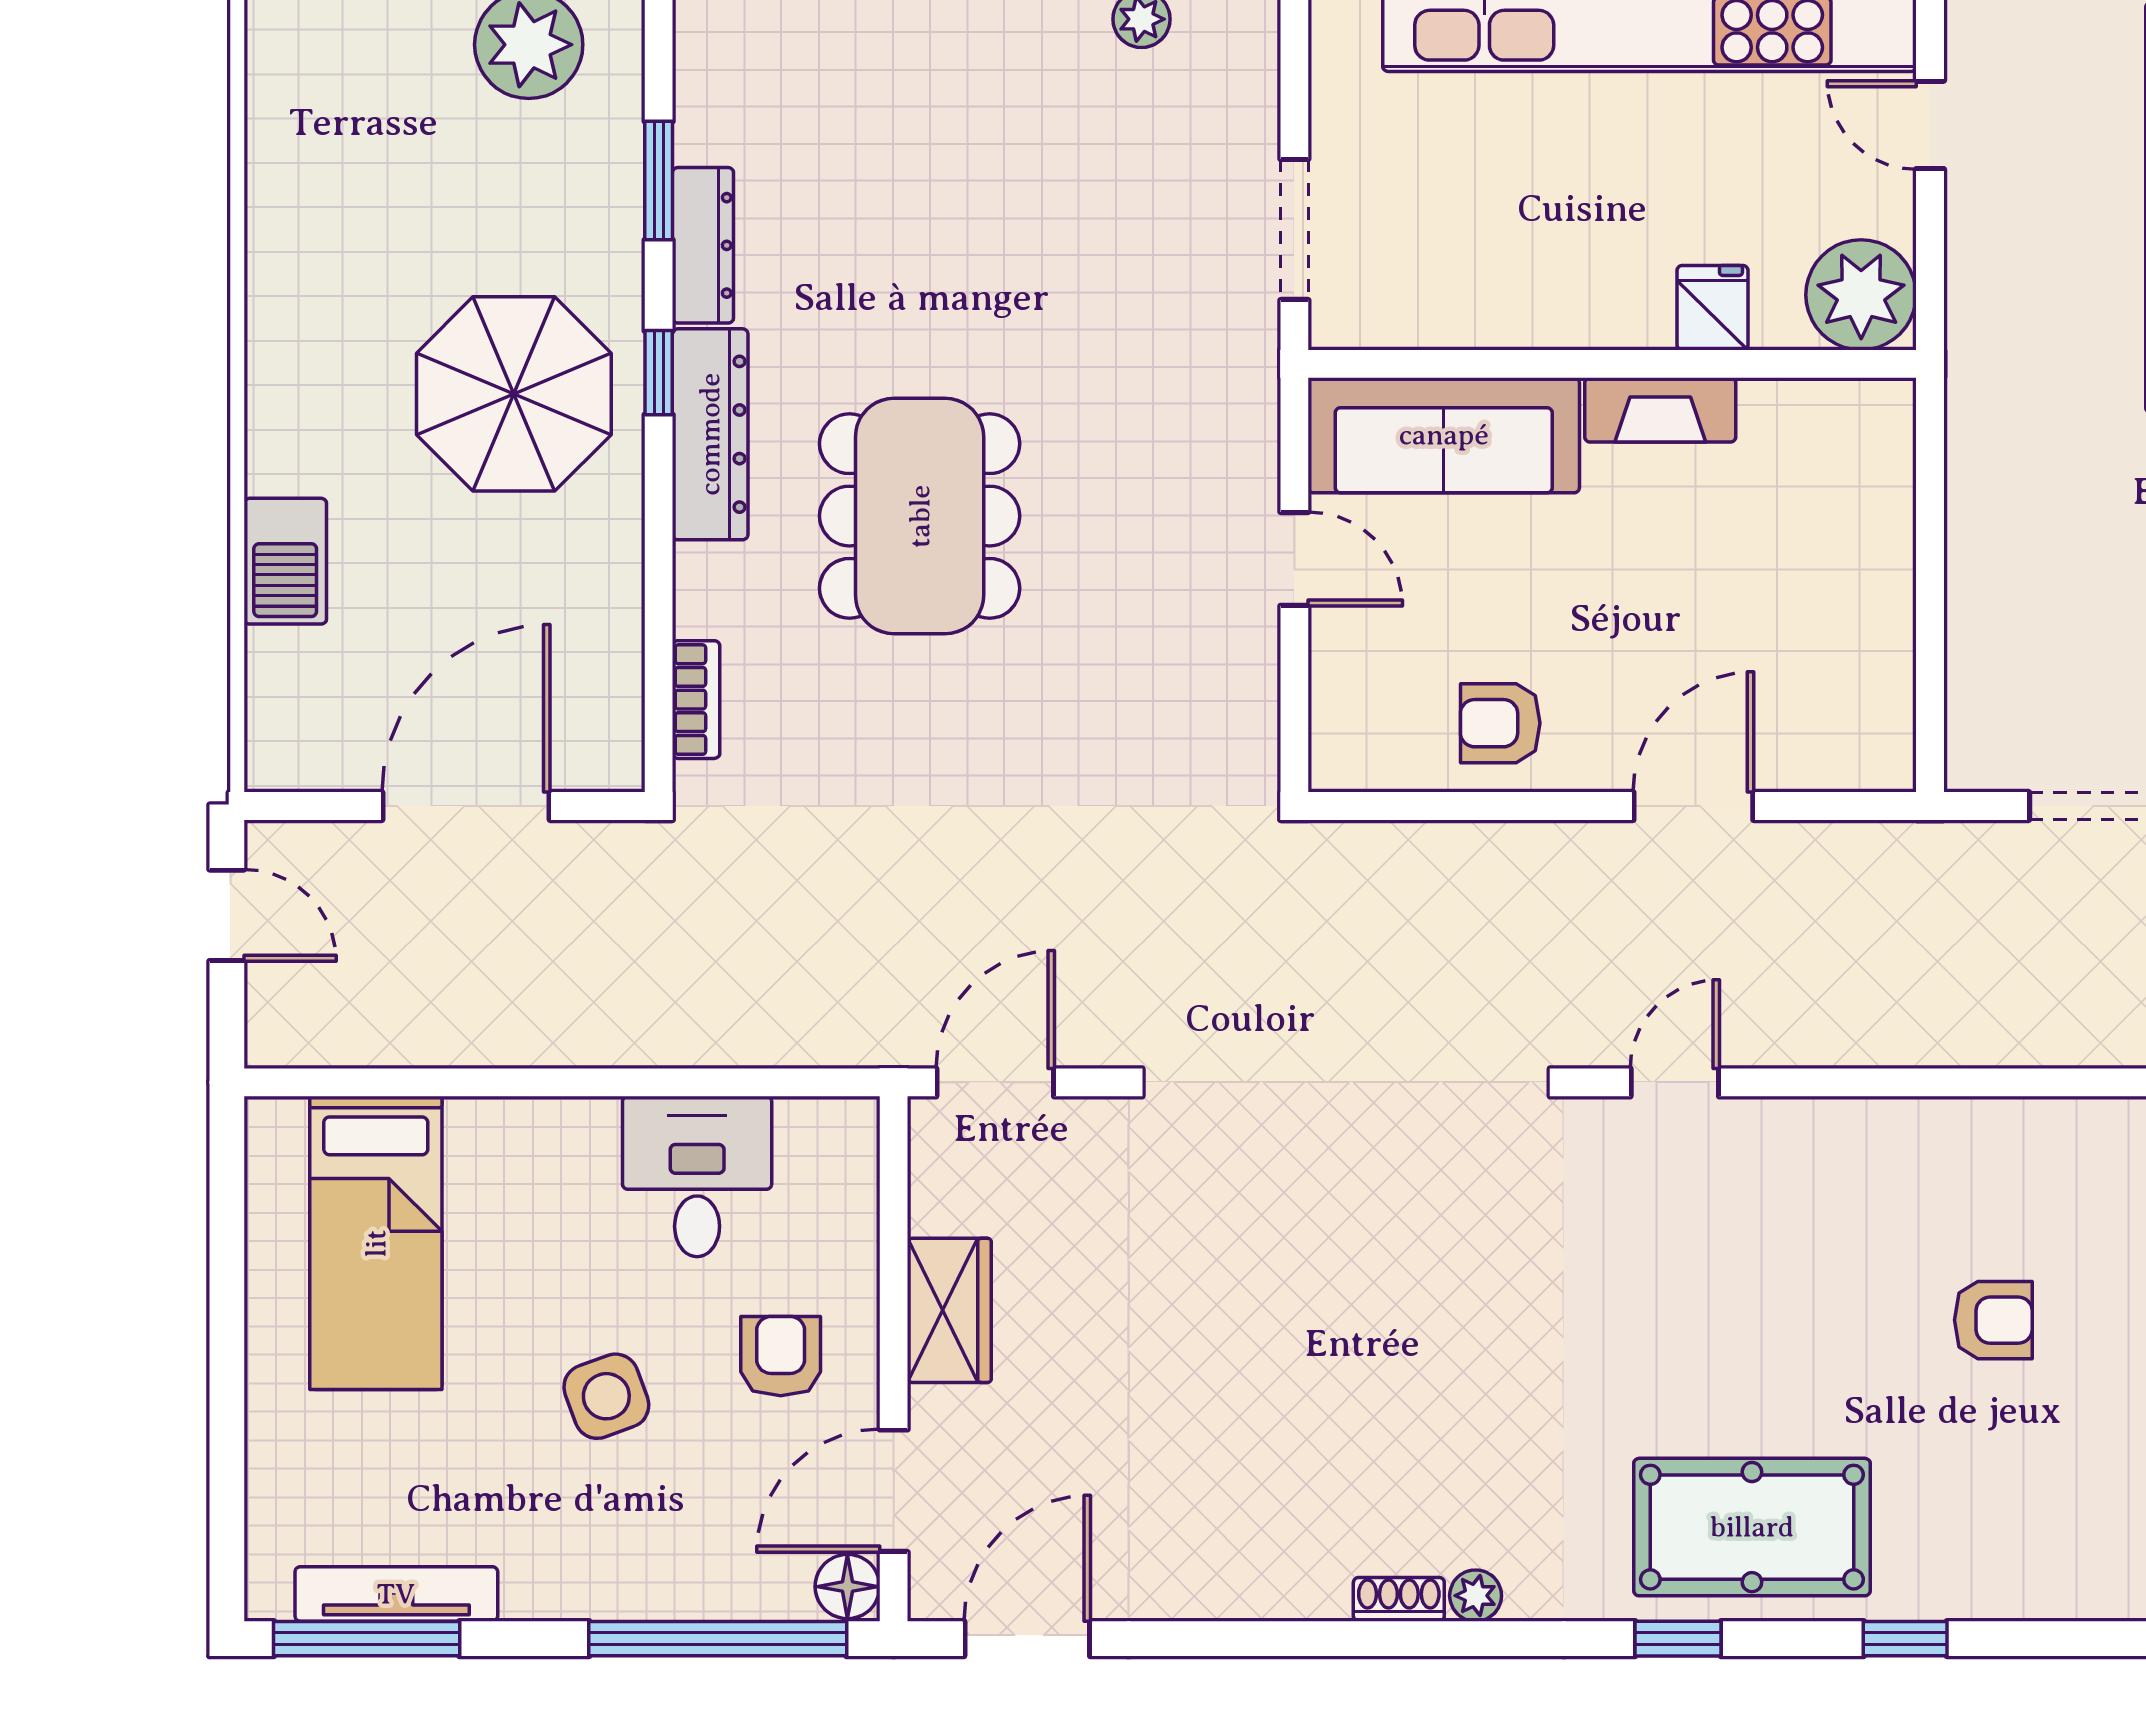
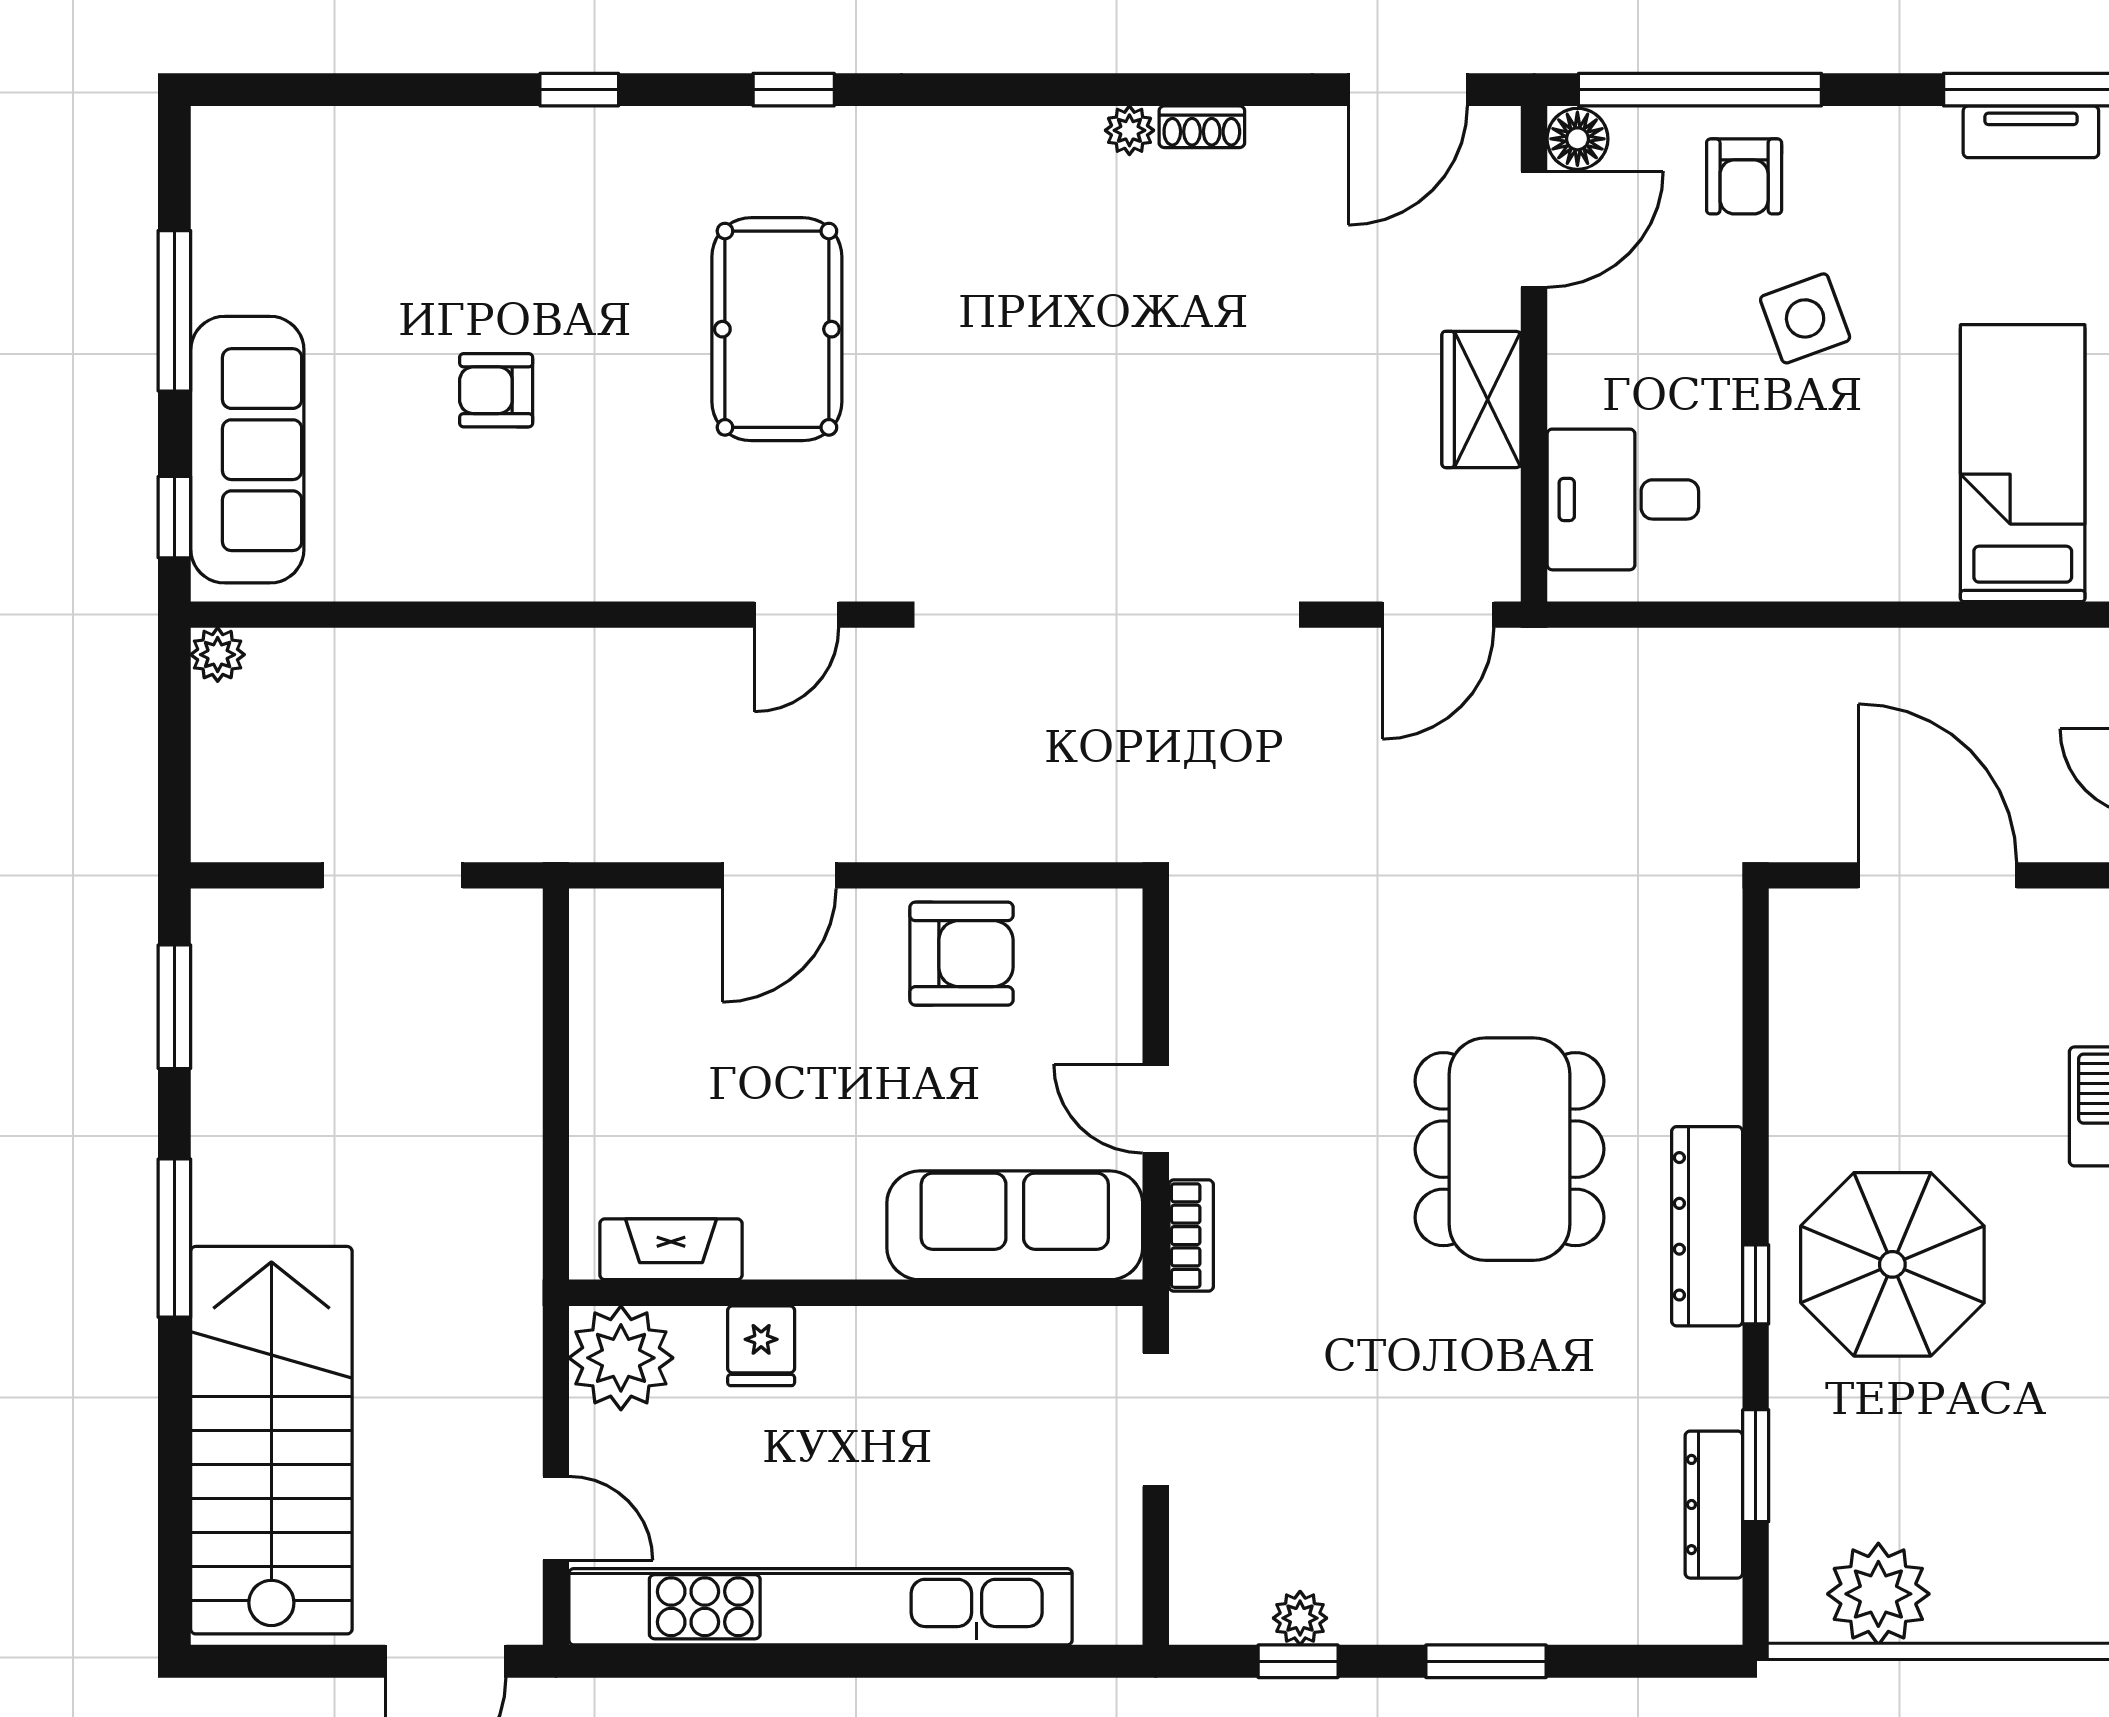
dresser: (703, 245) -> (1714, 1505), moved
fireplace: (1660, 410) -> (671, 1249), moved
bookcase: (696, 700) -> (1191, 1236), moved, turned 180
armchair: (1500, 723) -> (962, 954), width x1.38, depth x1.38
door: (466, 806) -> (1937, 875), swing flipped
desk: (697, 1177) -> (1623, 499), moved, turned 90
armchair: (781, 1356) -> (1744, 176), moved
pool table: (1752, 1527) -> (777, 329), moved, turned 90
tv unit: (396, 1594) -> (2031, 132), width x0.71
plant: (1476, 1596) -> (1129, 130), moved
shoe rack: (1399, 1599) -> (1202, 127), moved

